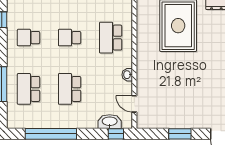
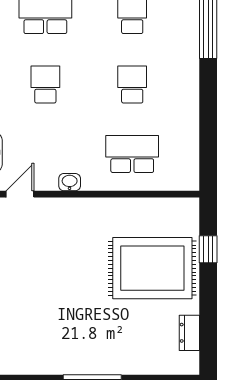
school desk: (70, 89) -> (45, 85), width x0.54

